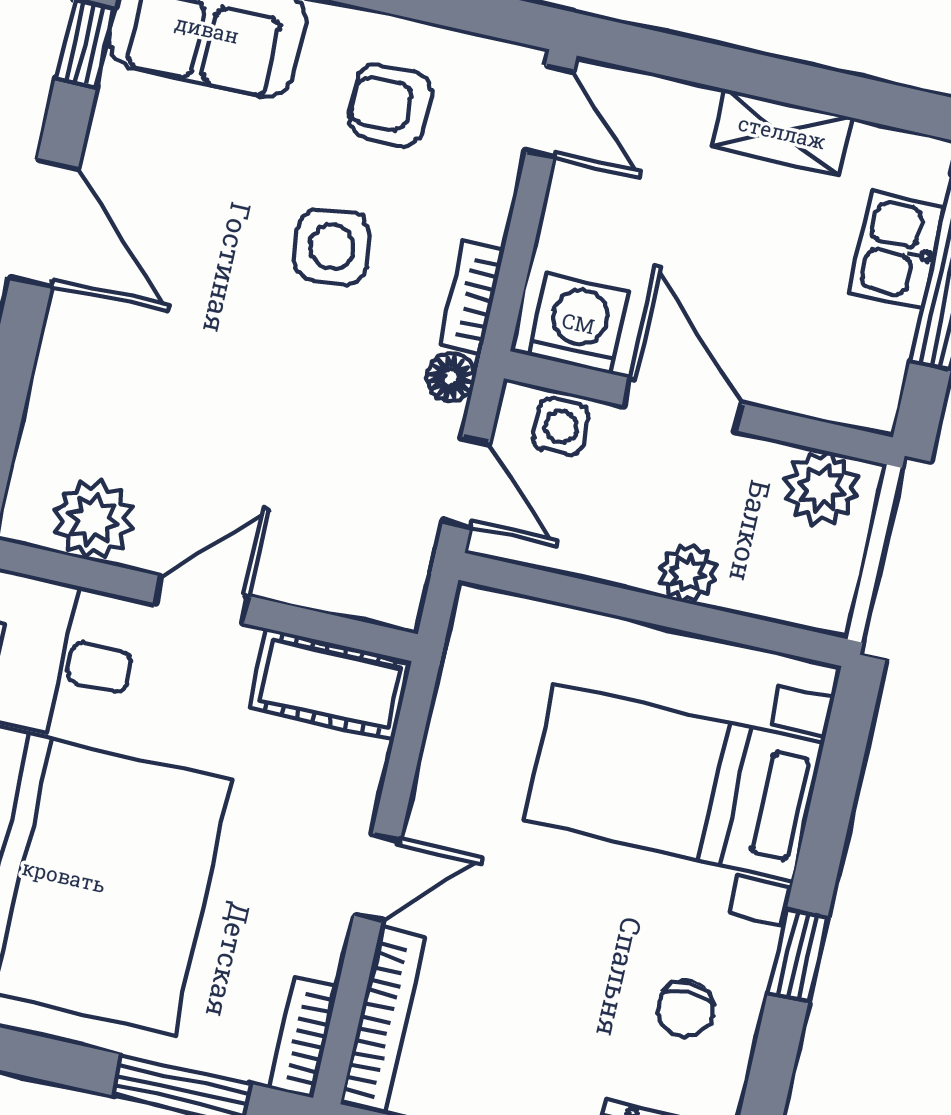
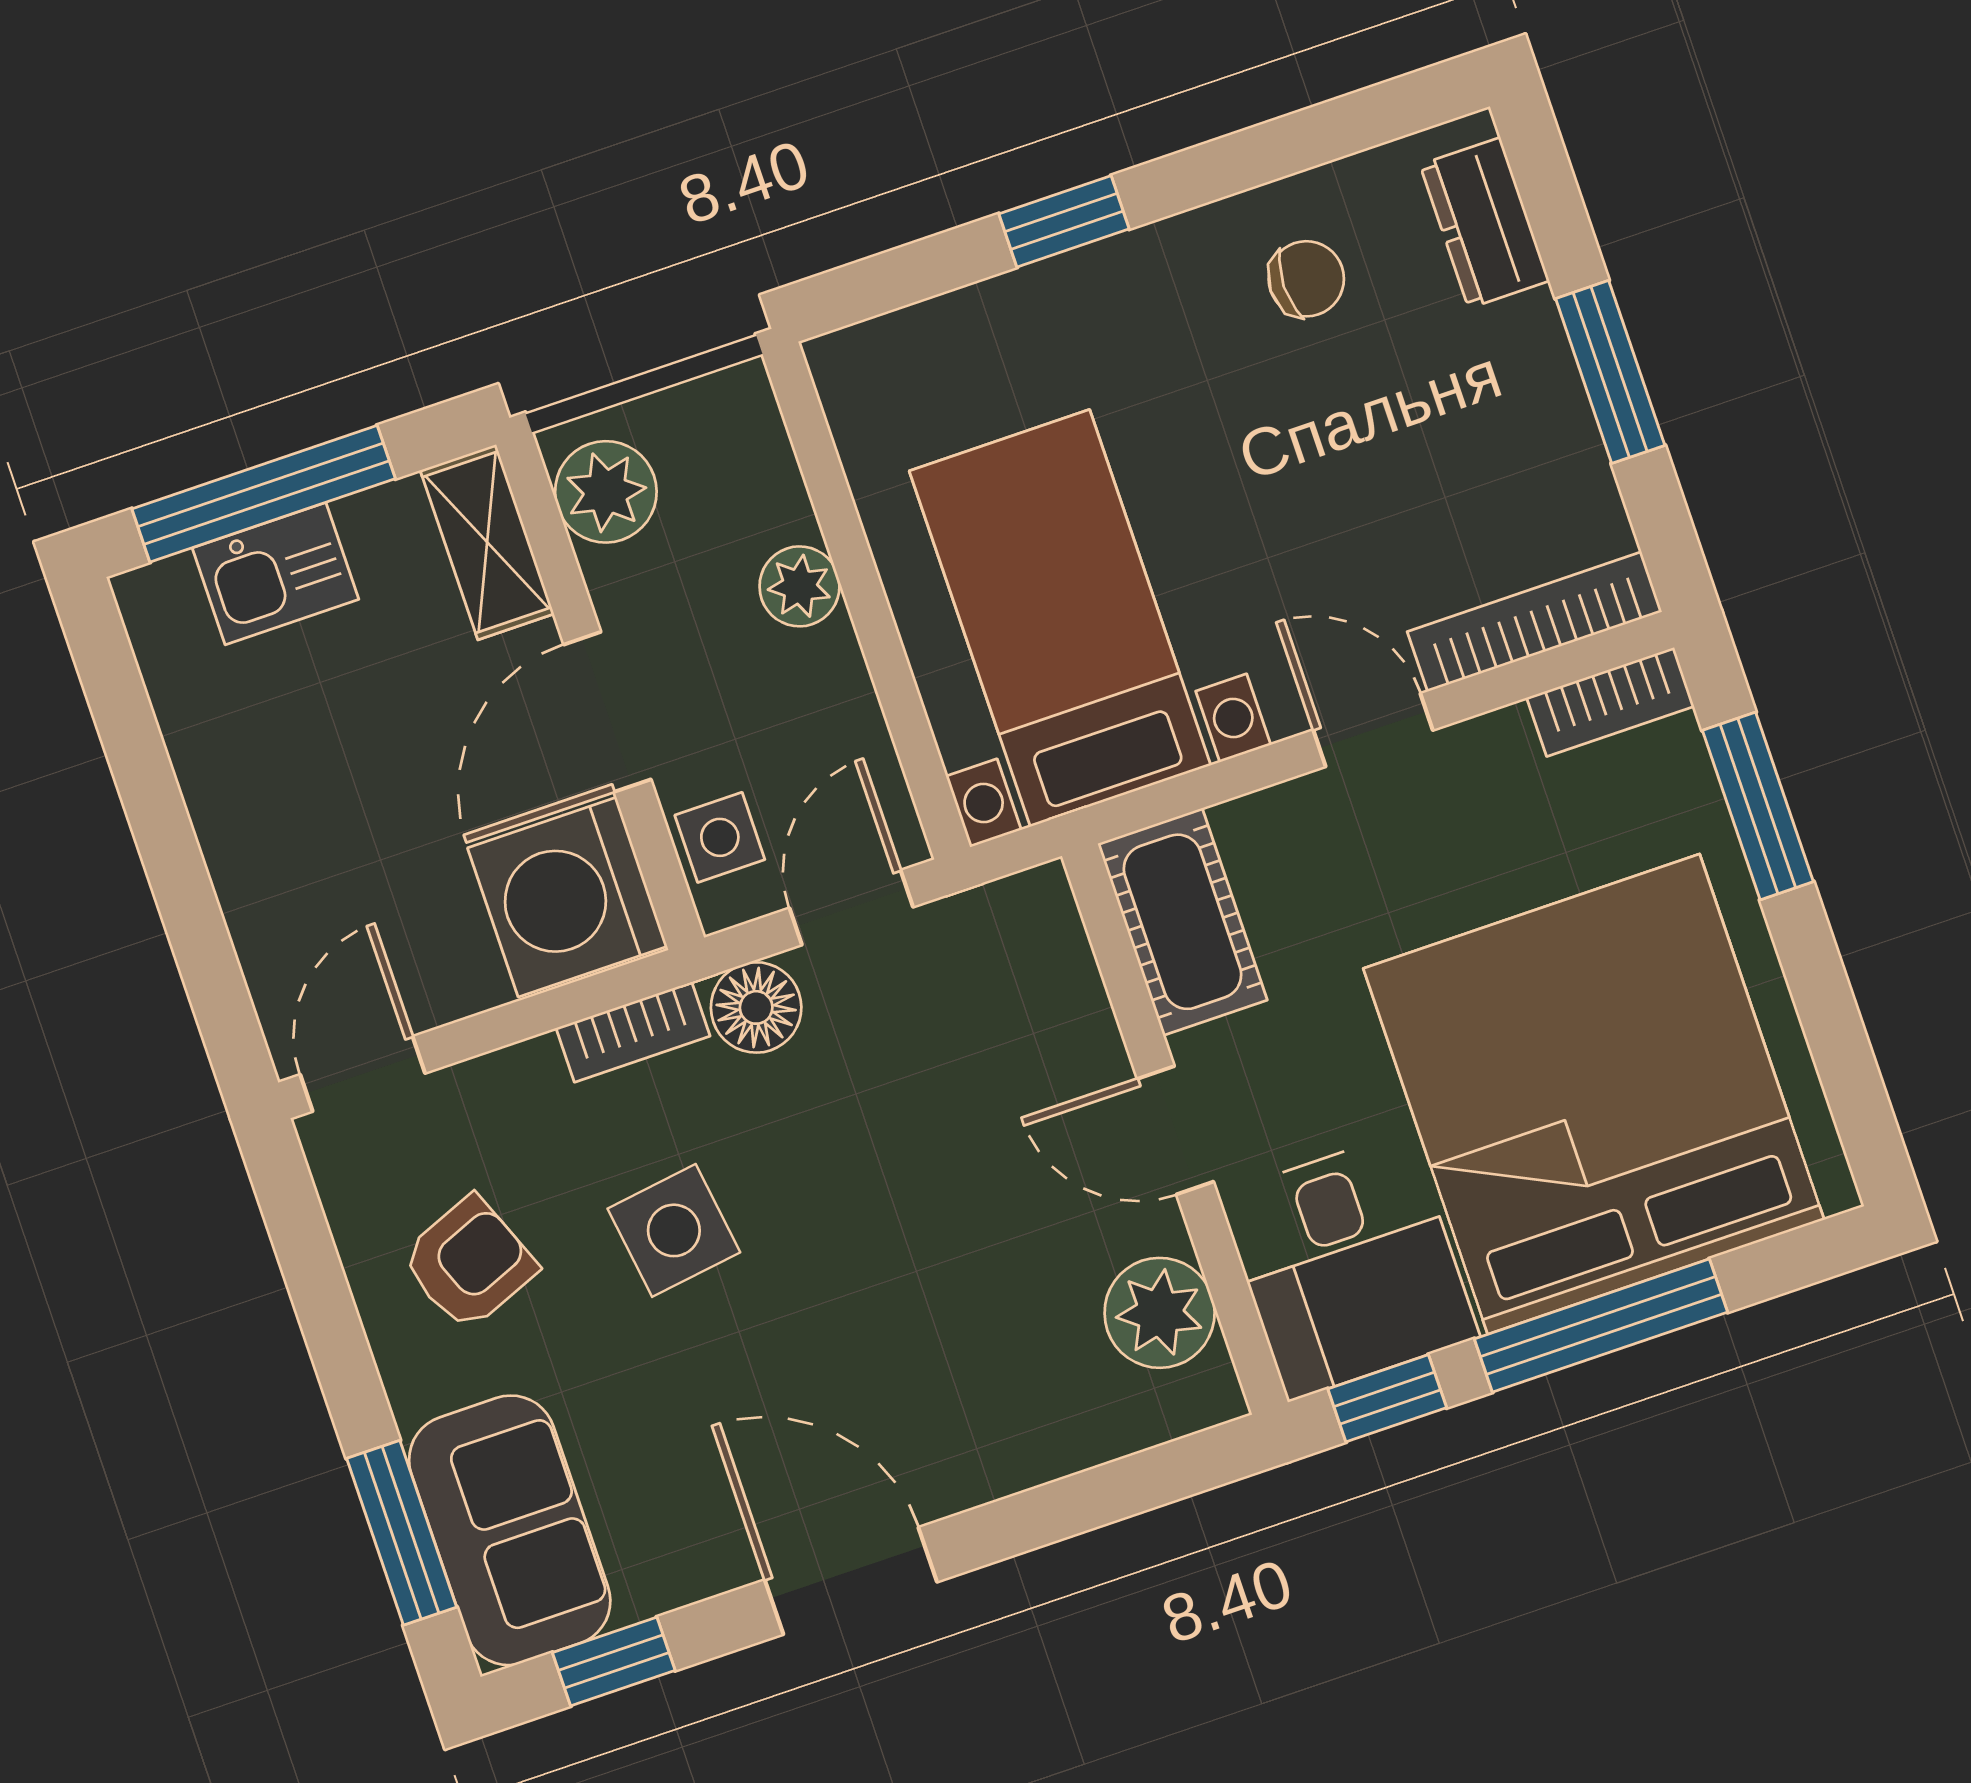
armchair: (390, 106) -> (469, 1263), turned -112
shelving: (782, 132) -> (487, 542), moved
door: (44, 223) -> (851, 1581), hinge flipped
washing machine: (578, 323) -> (567, 897), width x1.37, depth x1.37
floor lamp: (451, 377) -> (756, 1007), width x1.37, depth x1.37
bed with nightstands: (674, 782) -> (1060, 618), moved, turned 180
window: (798, 955) -> (1064, 221), moved

